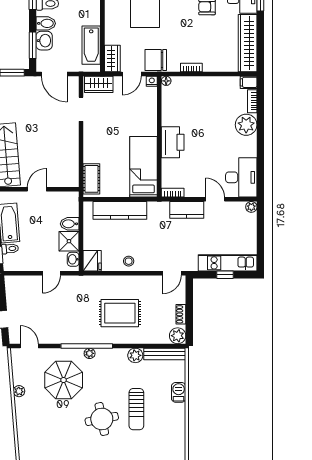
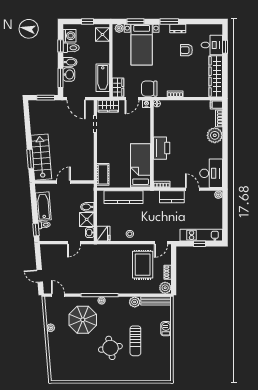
rug: (120, 313) -> (143, 265), moved, turned 90

